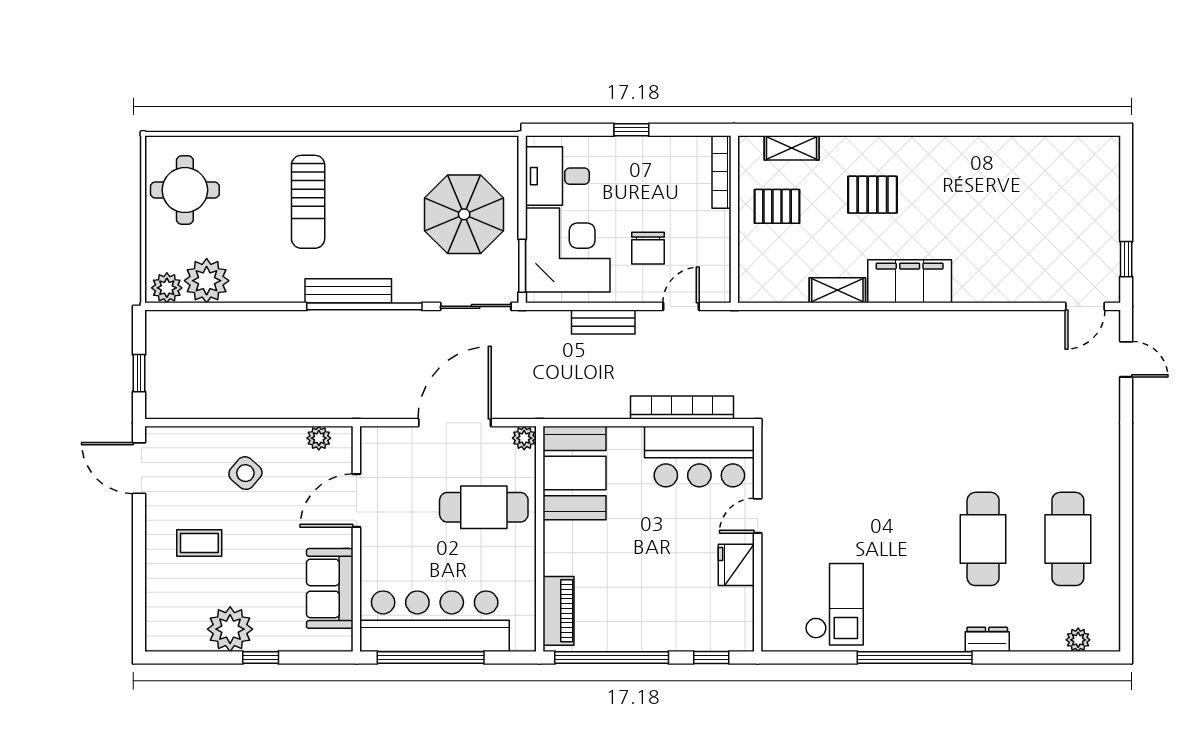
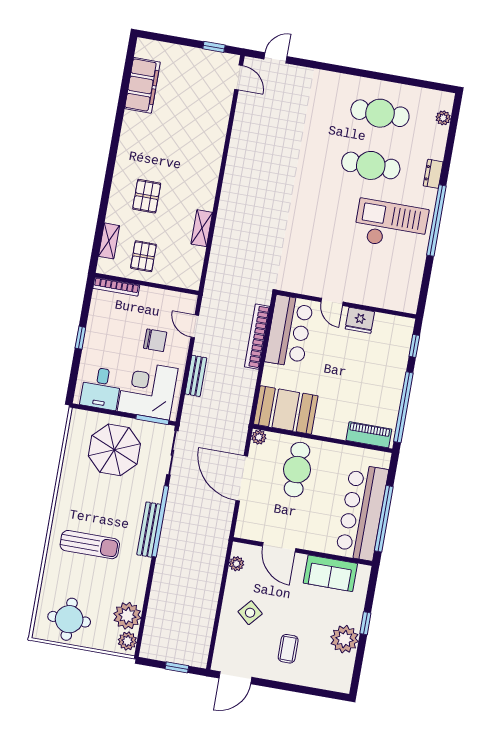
filing cabinet: (910, 281) -> (142, 85), moved, turned 180
checkout: (834, 604) -> (391, 225), moved, width x1.36, depth x1.21

